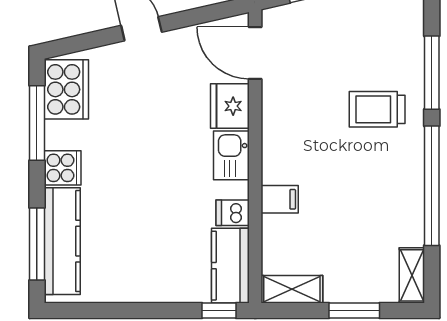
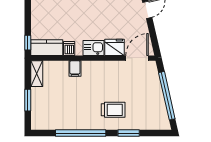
window: (432, 73) -> (129, 133), width x0.69
trolley: (377, 109) -> (113, 110), turned 90
shelving: (412, 275) -> (43, 125), removed

